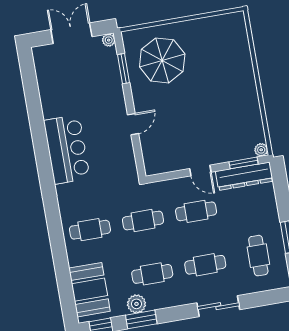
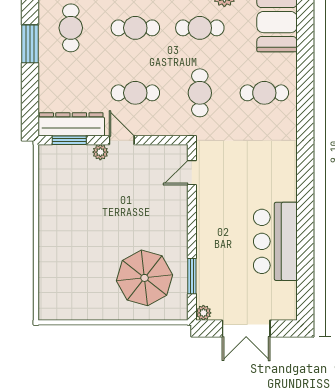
door: (133, 124) -> (192, 173), moved
bar counter: (67, 149) -> (275, 241), moved
plant: (261, 150) -> (100, 152), moved
cafe table: (143, 221) -> (200, 93), turned 90

